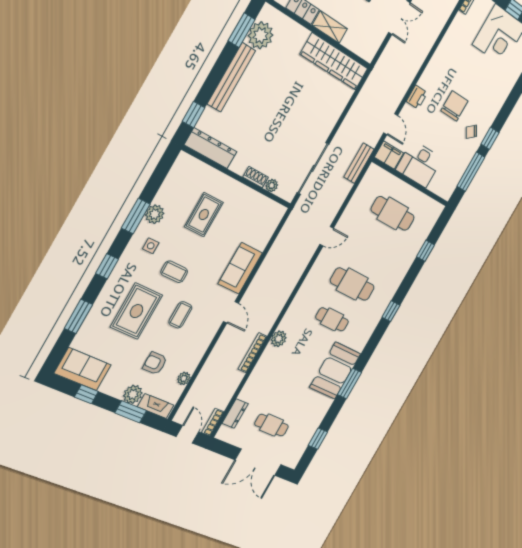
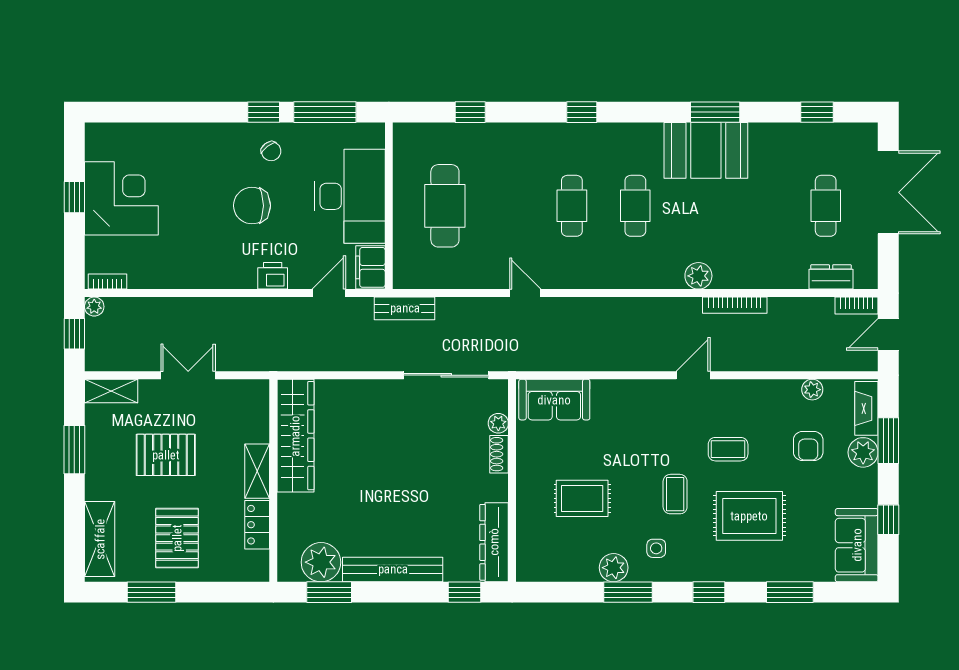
desk: (419, 164) -> (350, 196), width x1.36, depth x1.30
sofa: (240, 268) -> (554, 400), moved
cafe table: (352, 284) -> (572, 206), width x0.73, depth x0.74

